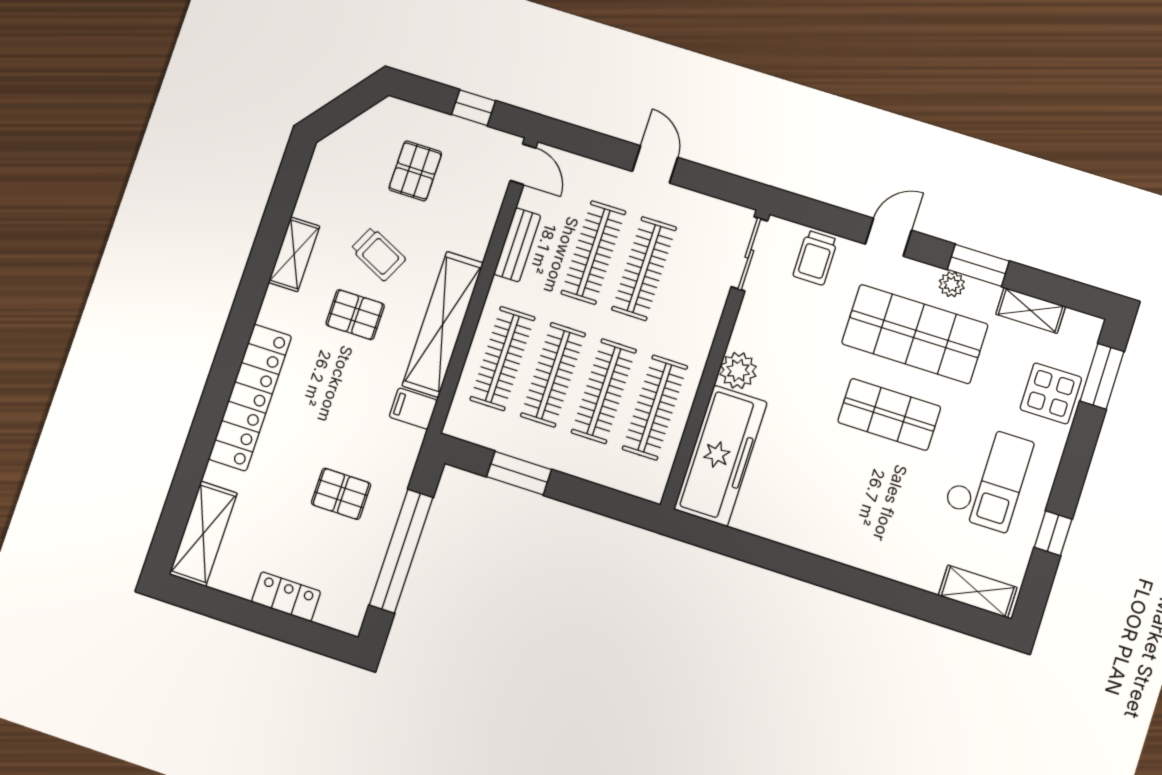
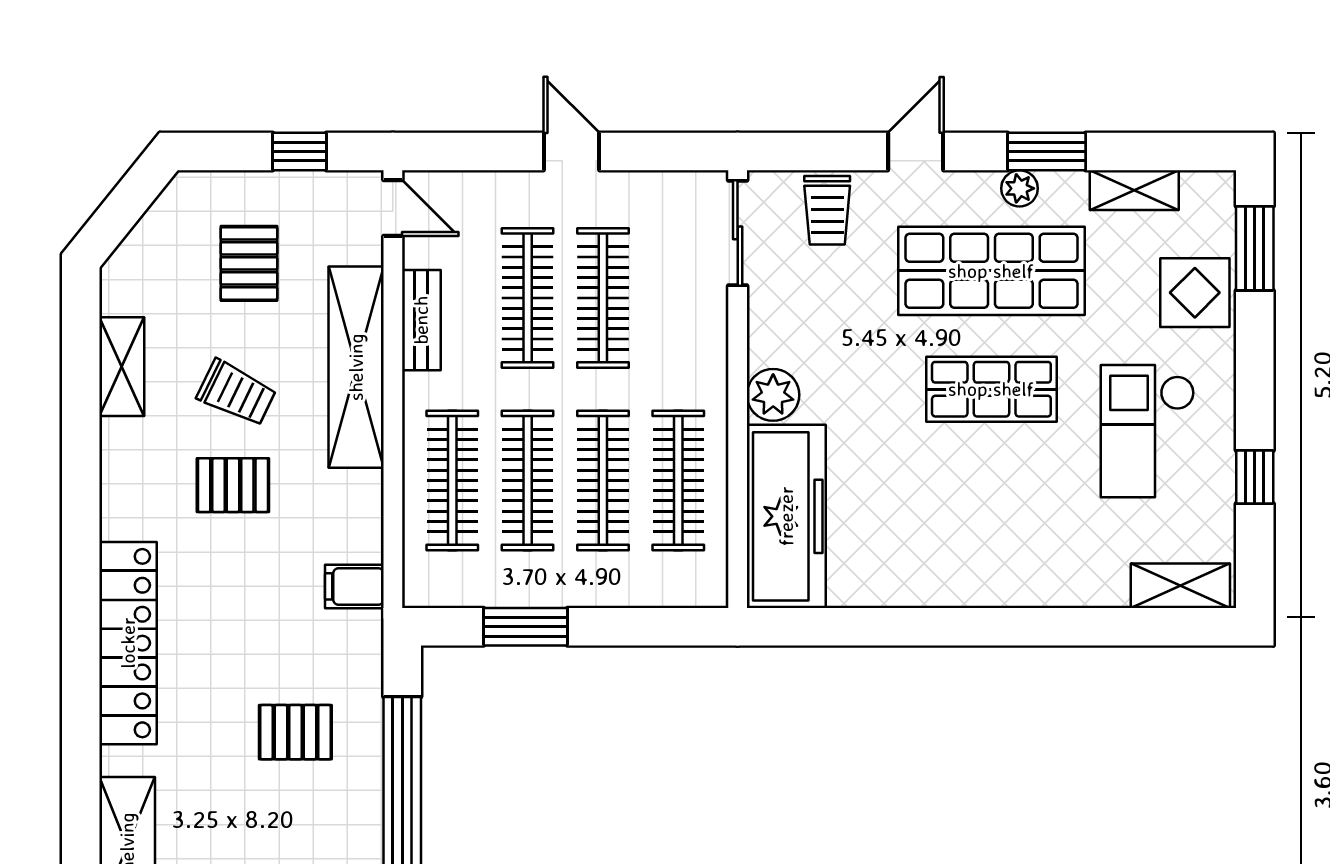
shelving: (294, 254) -> (122, 367), moved
shelving: (443, 324) -> (356, 367), moved
checkout: (988, 478) -> (1148, 431), turned 180

